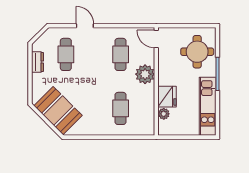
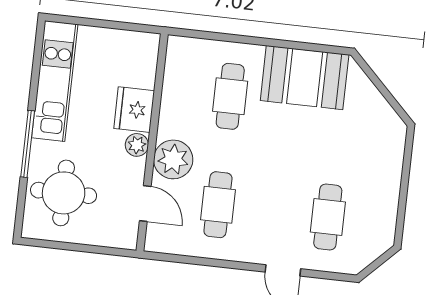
door: (156, 39) -> (145, 204), moved
dresser: (37, 62) -> (387, 208), removed
booth: (58, 111) -> (305, 78), moved, turned -45
plant: (164, 114) -> (137, 145), moved

